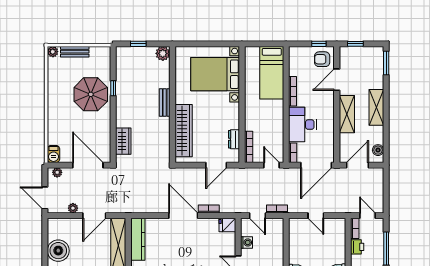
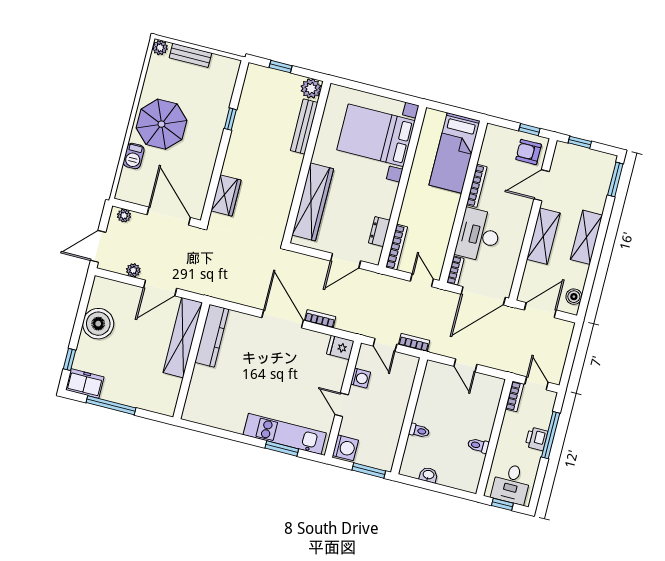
parasol: (91, 94) -> (161, 124), moved
bench: (165, 103) -> (304, 126), moved, width x1.36
barbecue: (54, 154) -> (134, 156), moved
door: (45, 198) -> (98, 246), hinge flipped
printer: (357, 247) -> (536, 439), moved, turned 180

